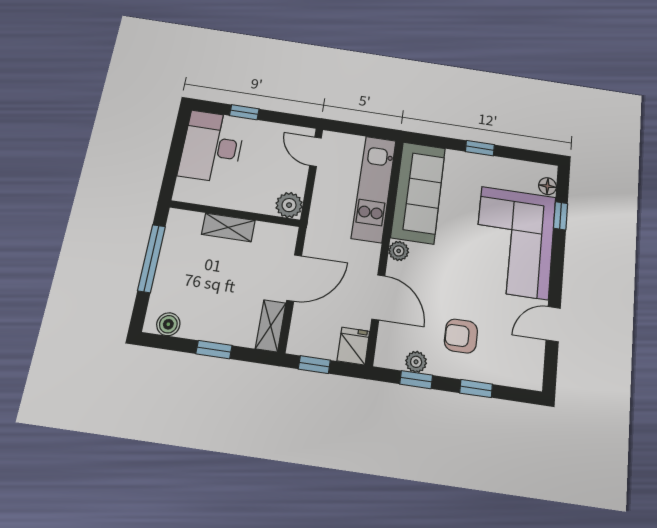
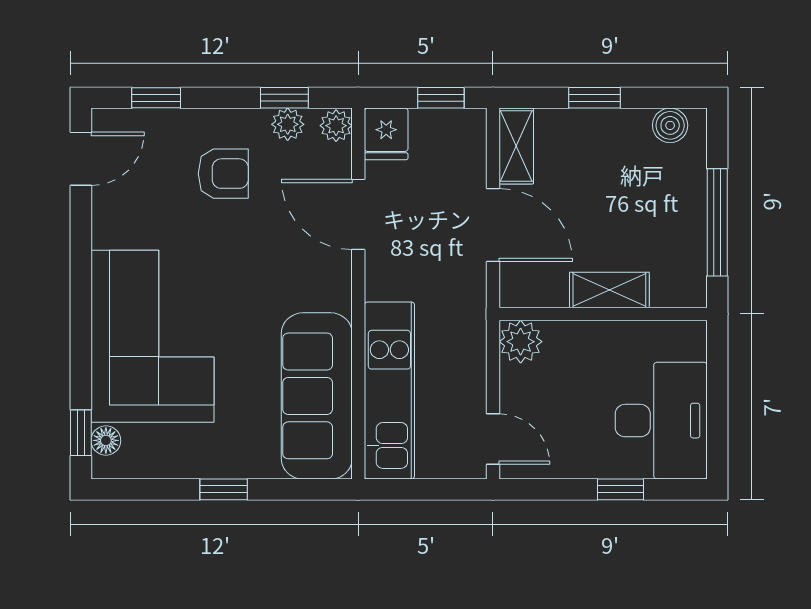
window: (561, 216) -> (81, 433), moved
plant: (399, 251) -> (336, 126), moved
door: (294, 278) -> (493, 225), swing flipped
door: (553, 324) -> (81, 159), moved
window: (476, 389) -> (156, 98), moved

